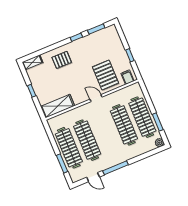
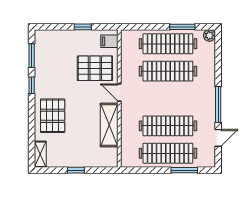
pallet: (62, 60) -> (53, 116), width x1.50, depth x1.42
door: (96, 98) -> (119, 93), hinge flipped
shelving: (58, 106) -> (109, 125), moved

